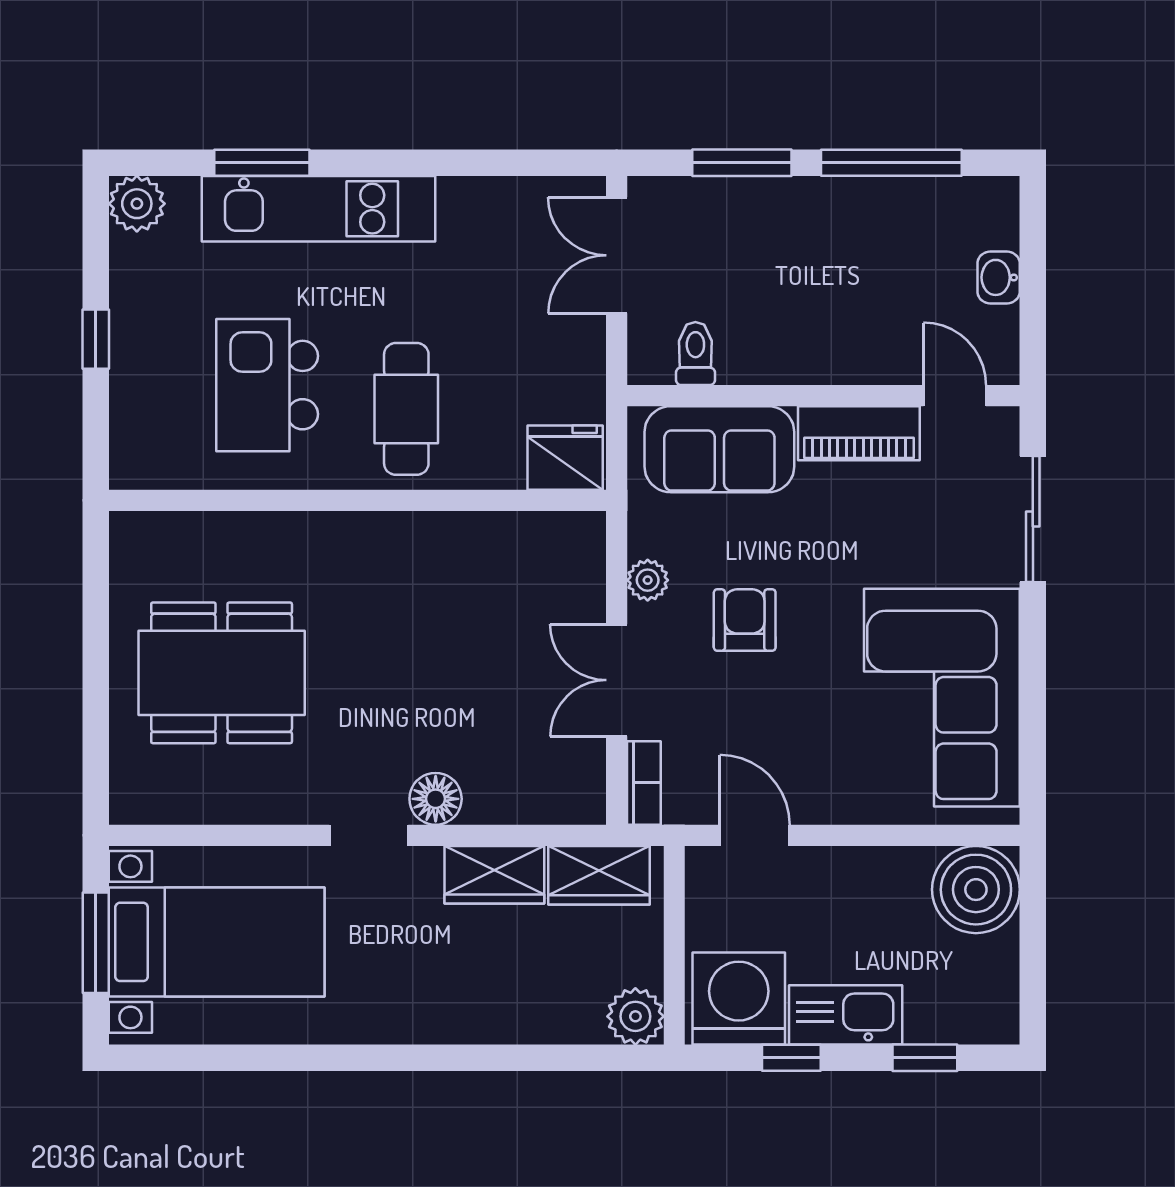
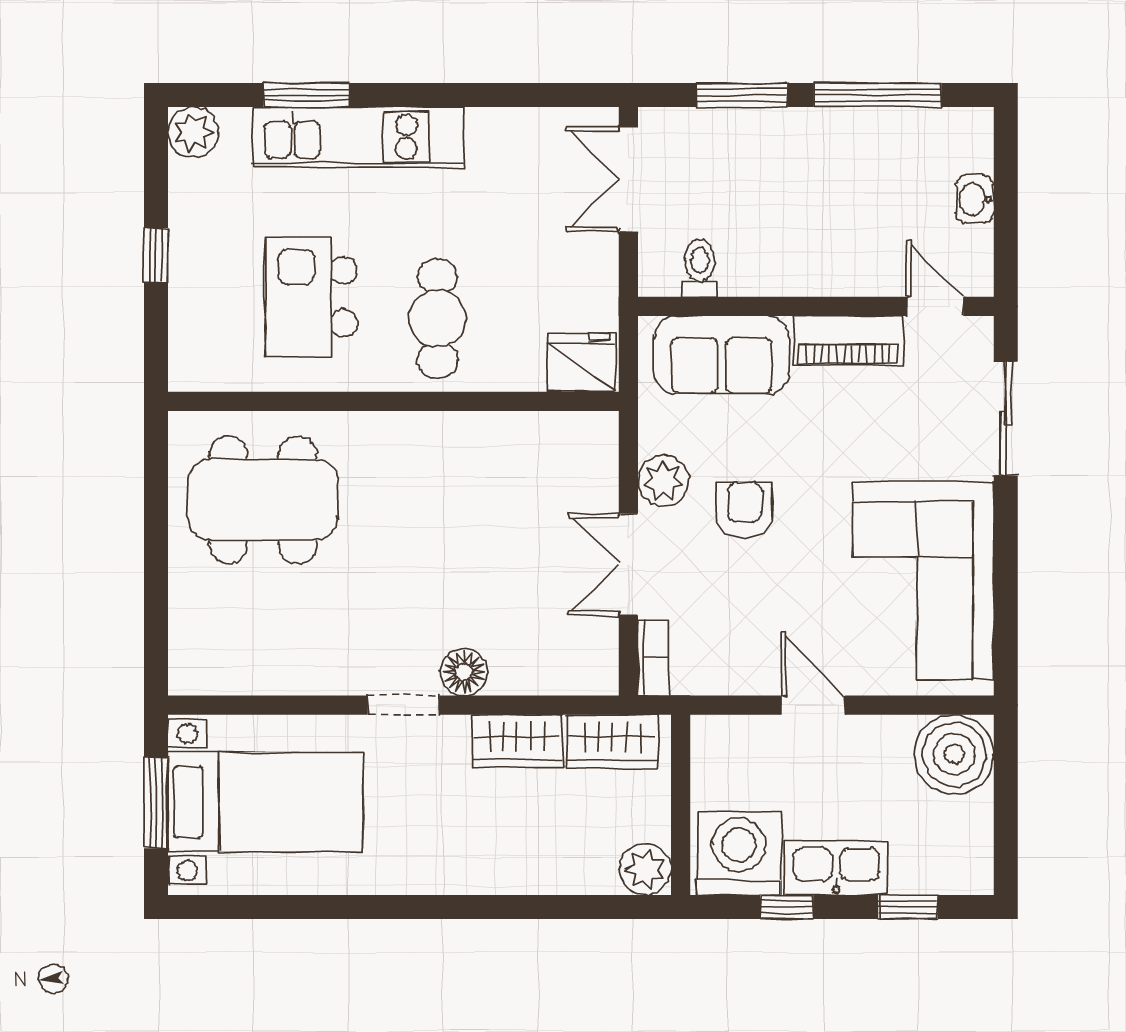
plant: (648, 580) -> (663, 481), width x1.38, depth x1.38
dining table: (222, 673) -> (263, 500), moved
door: (755, 835) -> (813, 705), moved

